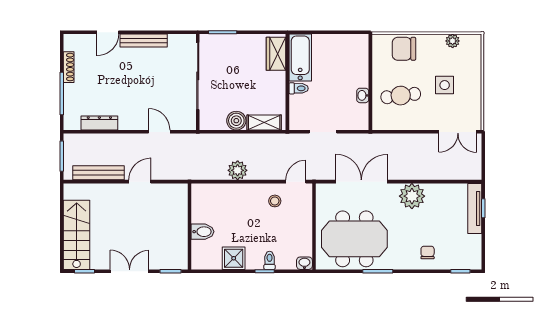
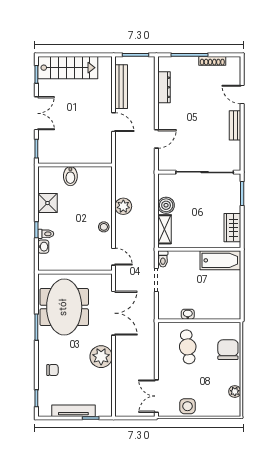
bench: (144, 41) -> (235, 125), width x0.73
wardrobe: (276, 54) -> (232, 228), moved, turned -90
side table: (445, 85) -> (188, 406), moved
toilet: (299, 88) -> (163, 259), moved
stool: (275, 201) -> (104, 227), moved
tv unit: (475, 208) -> (73, 411), moved
washbasin: (304, 263) -> (43, 247), moved

